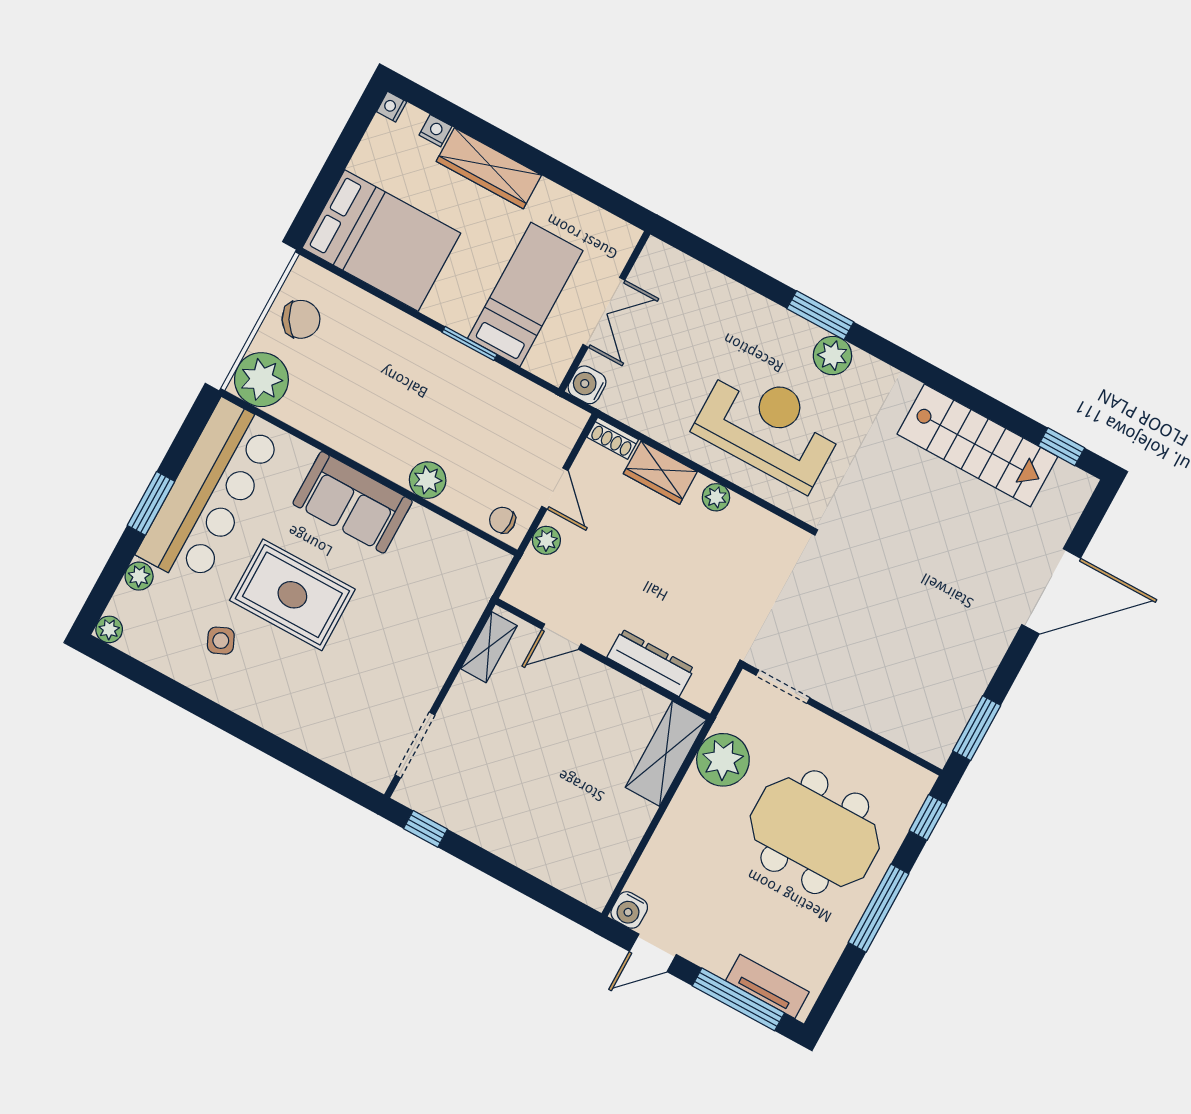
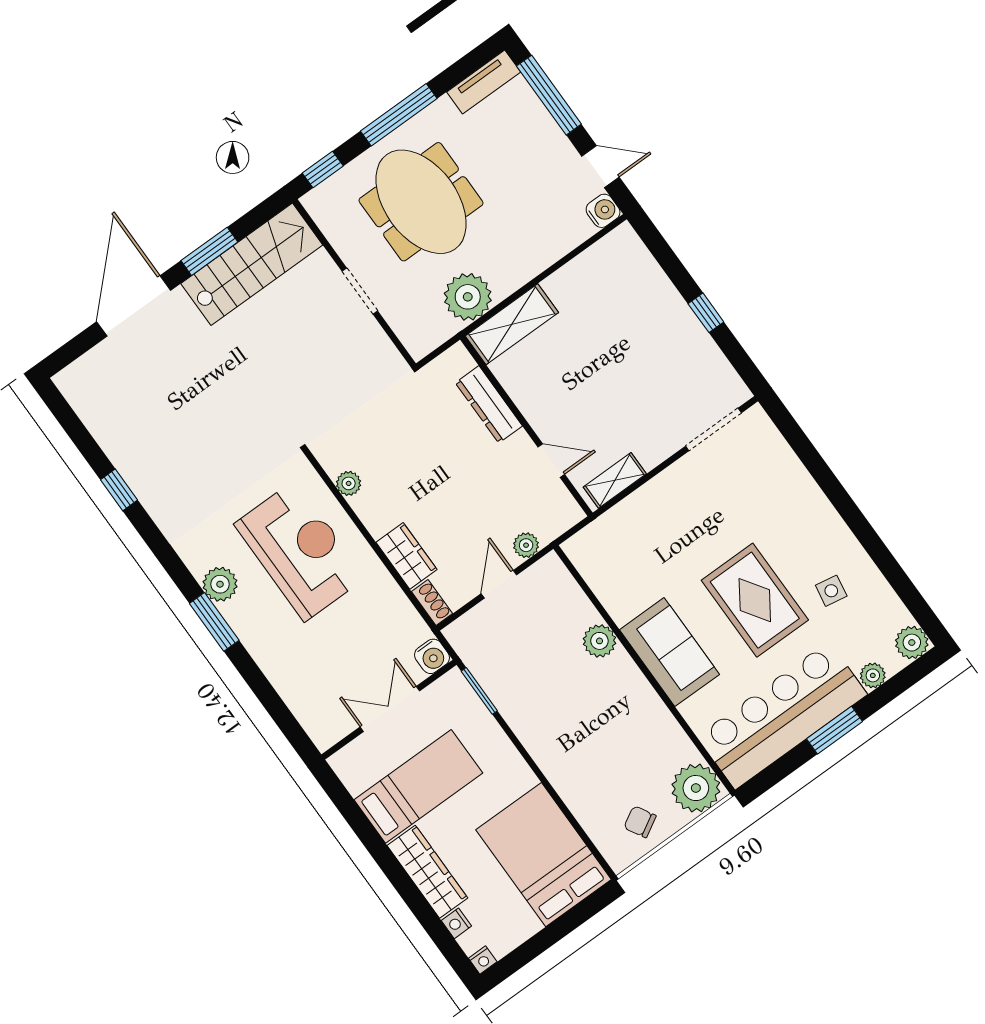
bed: (525, 295) -> (418, 786), moved, turned 180
chair: (301, 319) -> (640, 822), width x0.73, depth x0.73
window: (469, 343) -> (479, 691), moved
reception desk: (769, 427) -> (300, 551), turned 180
stairs: (977, 445) -> (252, 264), moved, turned 90
window: (1061, 447) -> (119, 490), moved
plant: (716, 497) -> (349, 483), moved
chair: (502, 520) -> (554, 579), removed
door: (1051, 591) -> (134, 306), hinge flipped
plant: (109, 629) -> (912, 643), width x1.38, depth x1.38
side table: (221, 641) -> (831, 591), turned 34
doorway: (783, 687) -> (360, 291), moved
window: (977, 728) -> (209, 251), moved
window: (426, 829) -> (706, 313), moved
tv unit: (767, 986) -> (484, 82), moved, turned -90

